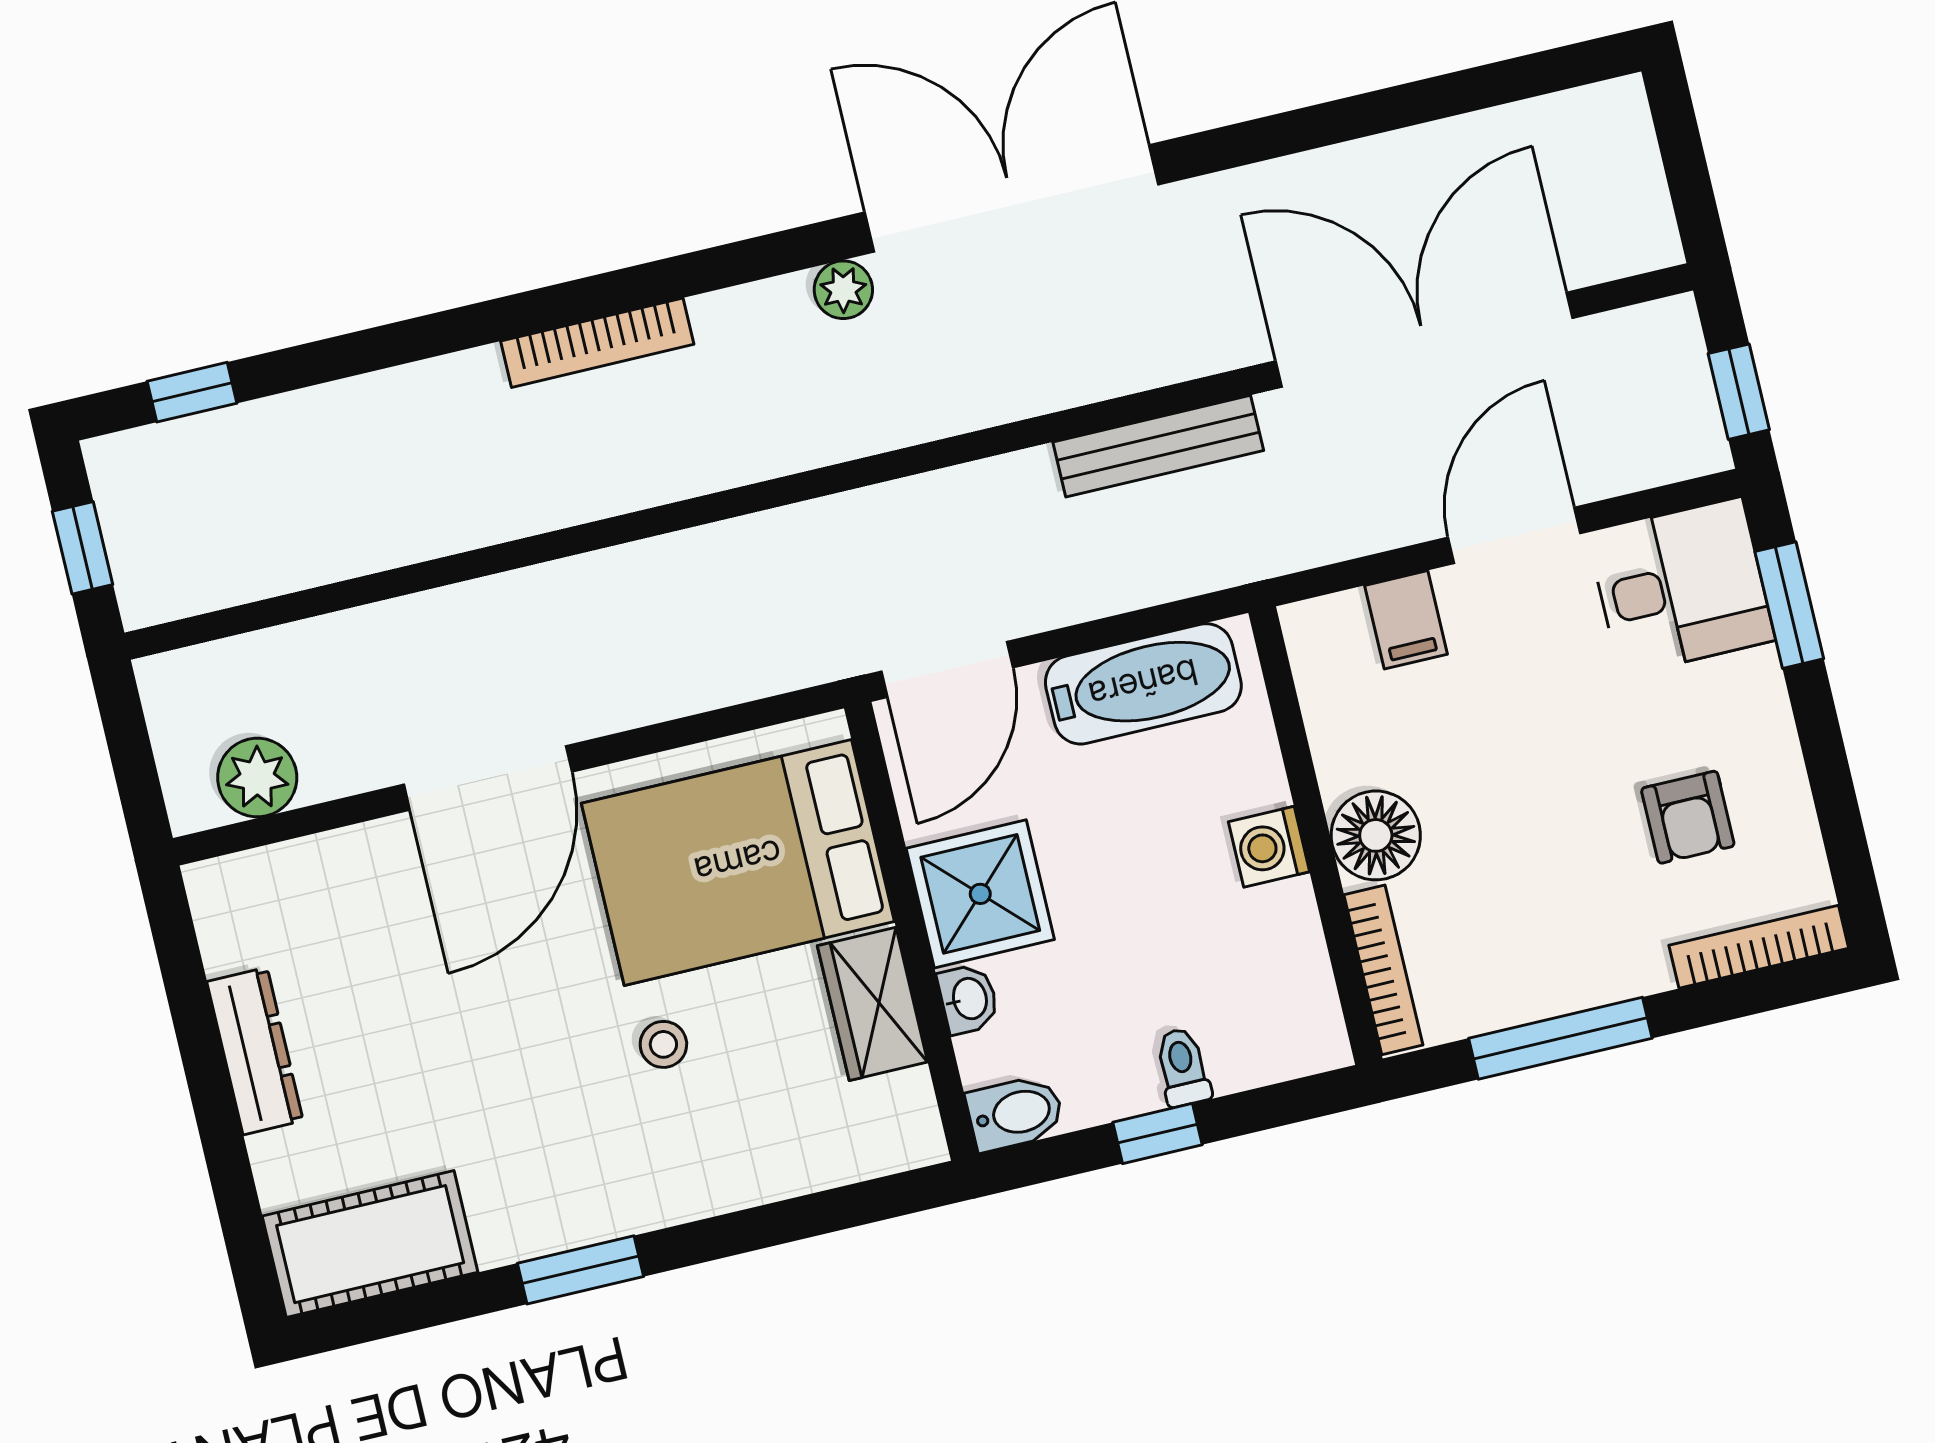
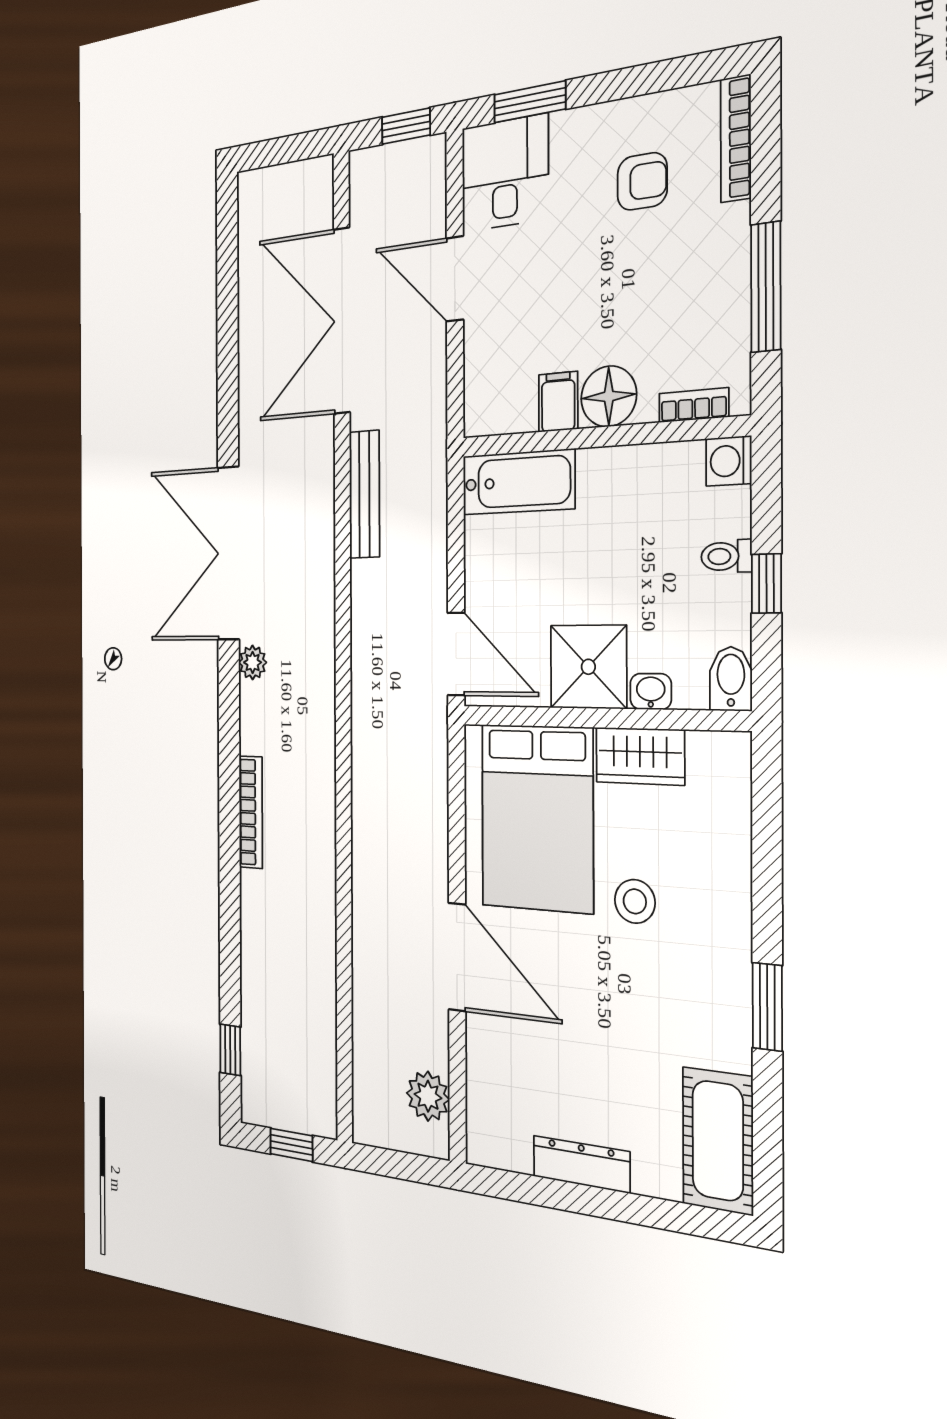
filing cabinet: (1406, 620) -> (558, 402), moved, turned -90
bathtub: (1143, 684) -> (518, 482), moved, turned 90
washing machine: (1269, 847) -> (729, 461), moved, turned 90
bookcase: (1383, 970) -> (694, 405), width x0.64
stool: (663, 1044) -> (635, 901), width x1.37, depth x1.37

